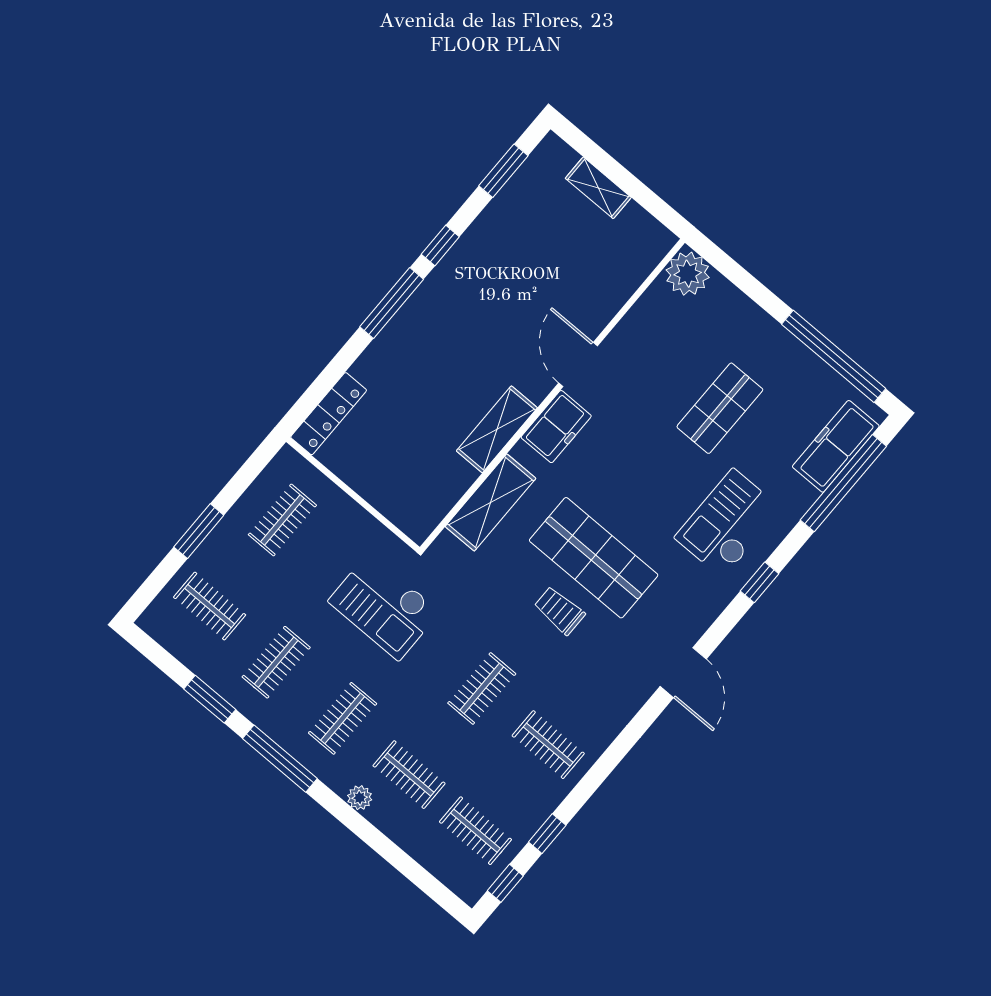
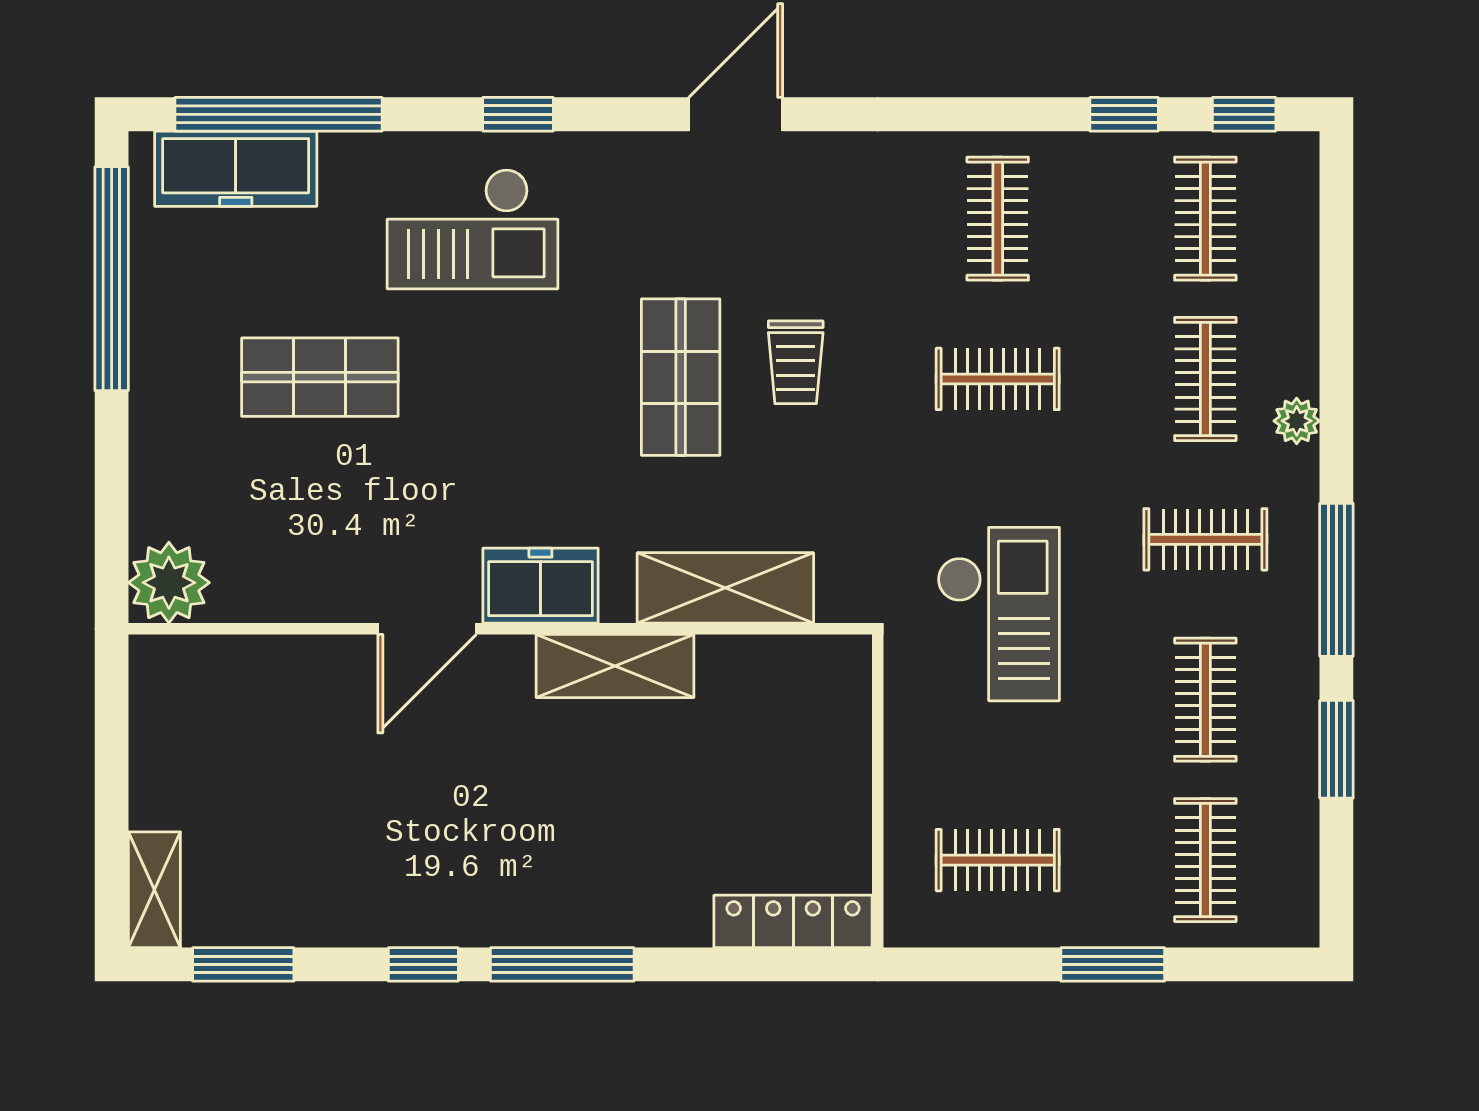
shelving: (598, 188) -> (154, 890), moved
shop shelf: (594, 558) -> (681, 377), width x0.70, depth x0.74
clothes rail: (276, 662) -> (1205, 700), turned 90

